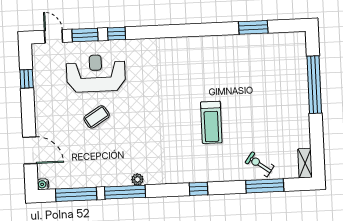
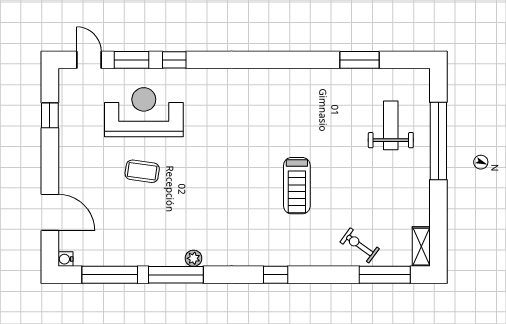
weight bench: (279, 75) -> (391, 125), added
coffee table: (97, 117) -> (142, 171), turned 40
window: (265, 186) -> (385, 275), moved

